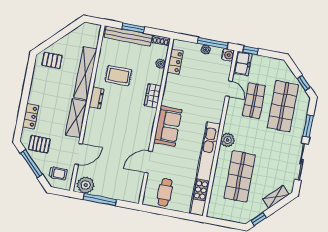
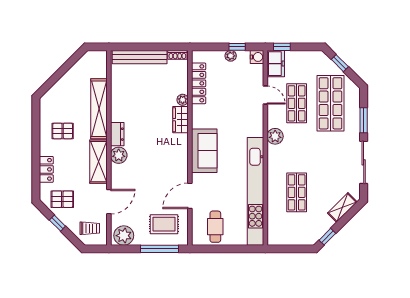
window: (133, 28) -> (144, 47), removed
window: (213, 43) -> (237, 47), width x0.46
pallet: (52, 60) -> (63, 131), moved
locker: (175, 62) -> (199, 83), width x1.53
plant: (161, 64) -> (183, 100), moved
rug: (118, 76) -> (164, 224), moved
window: (304, 83) -> (340, 63), moved
plant: (94, 116) -> (119, 155), added
plant: (228, 140) -> (275, 136), moved
window: (31, 164) -> (57, 223), width x0.46
shop shelf: (240, 176) -> (297, 192), width x0.70, depth x0.74
window: (100, 199) -> (159, 249), moved

